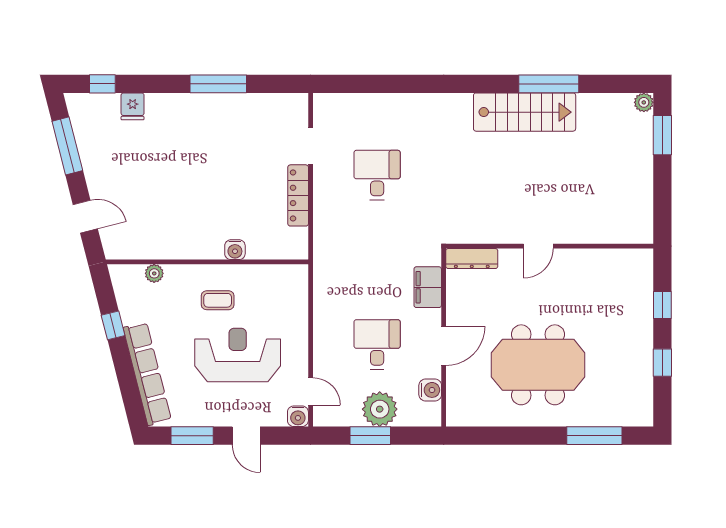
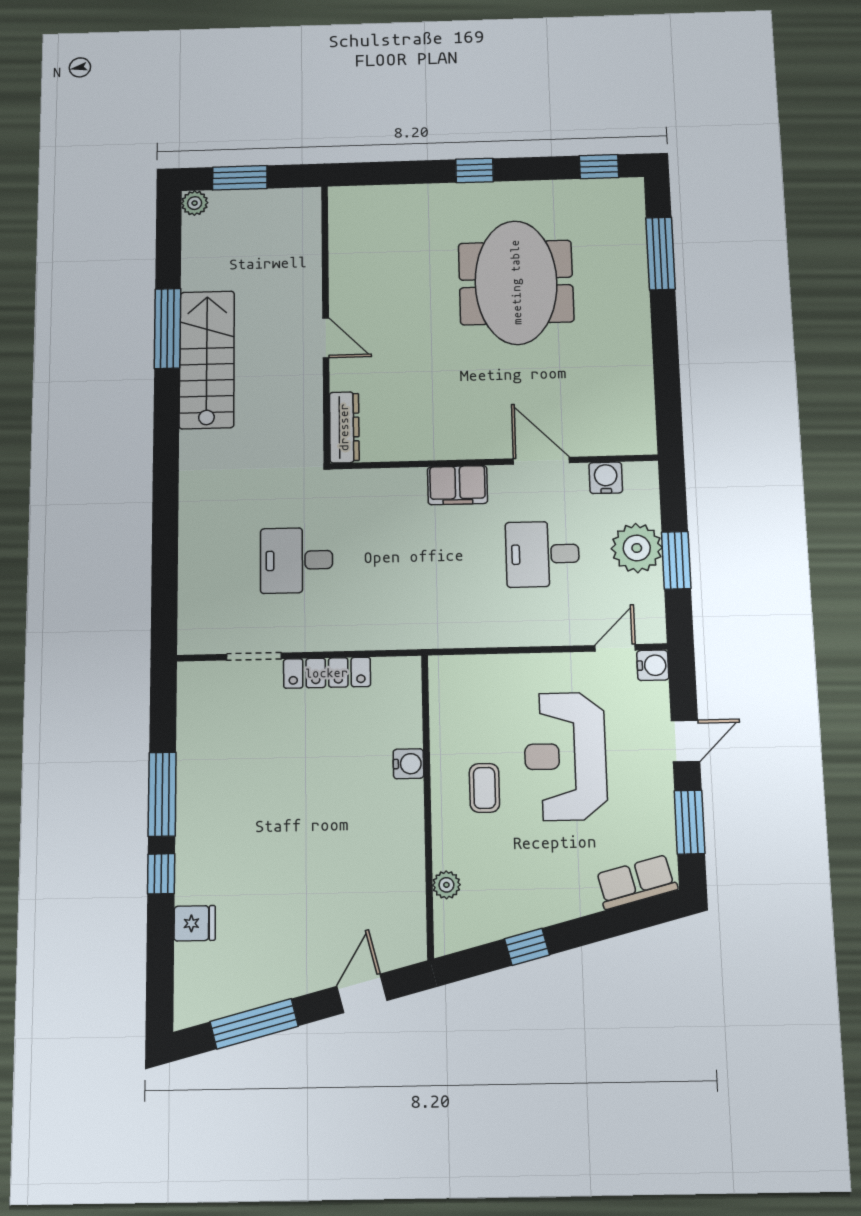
window: (102, 84) -> (161, 874), moved
door: (538, 246) -> (326, 338), moved
wall: (550, 246) -> (326, 323), moved
dresser: (472, 259) -> (344, 427), moved
window: (662, 363) -> (599, 167), moved
meeting table: (538, 365) -> (516, 282), moved
row of seats: (147, 374) -> (636, 882), width x0.50

